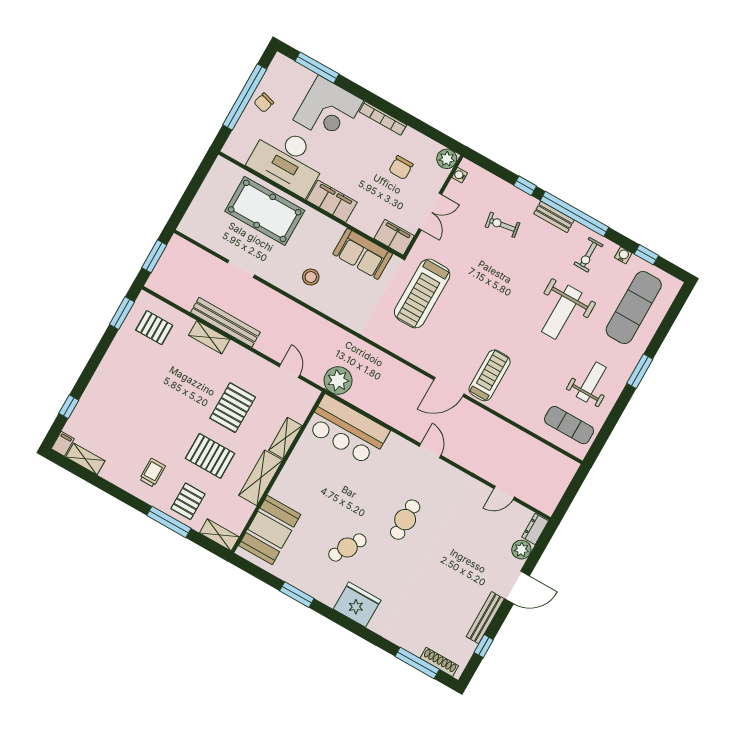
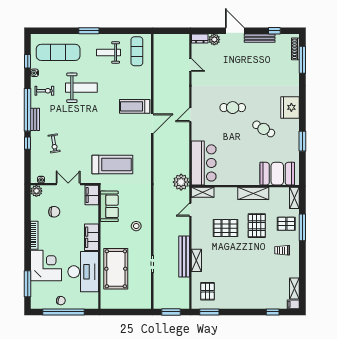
door: (449, 387) -> (152, 124), hinge flipped
shelving: (285, 438) -> (203, 192), moved

